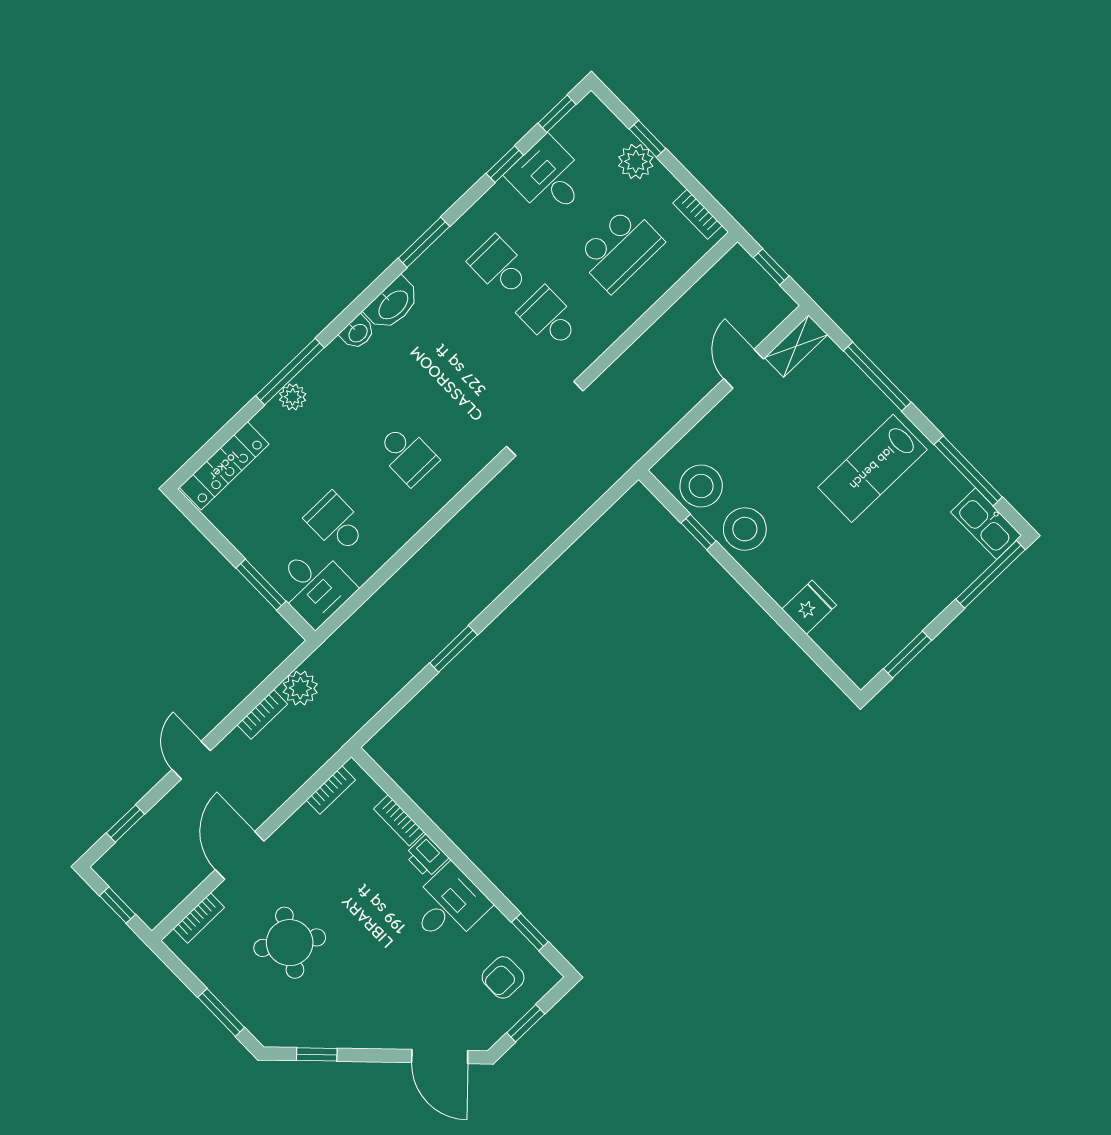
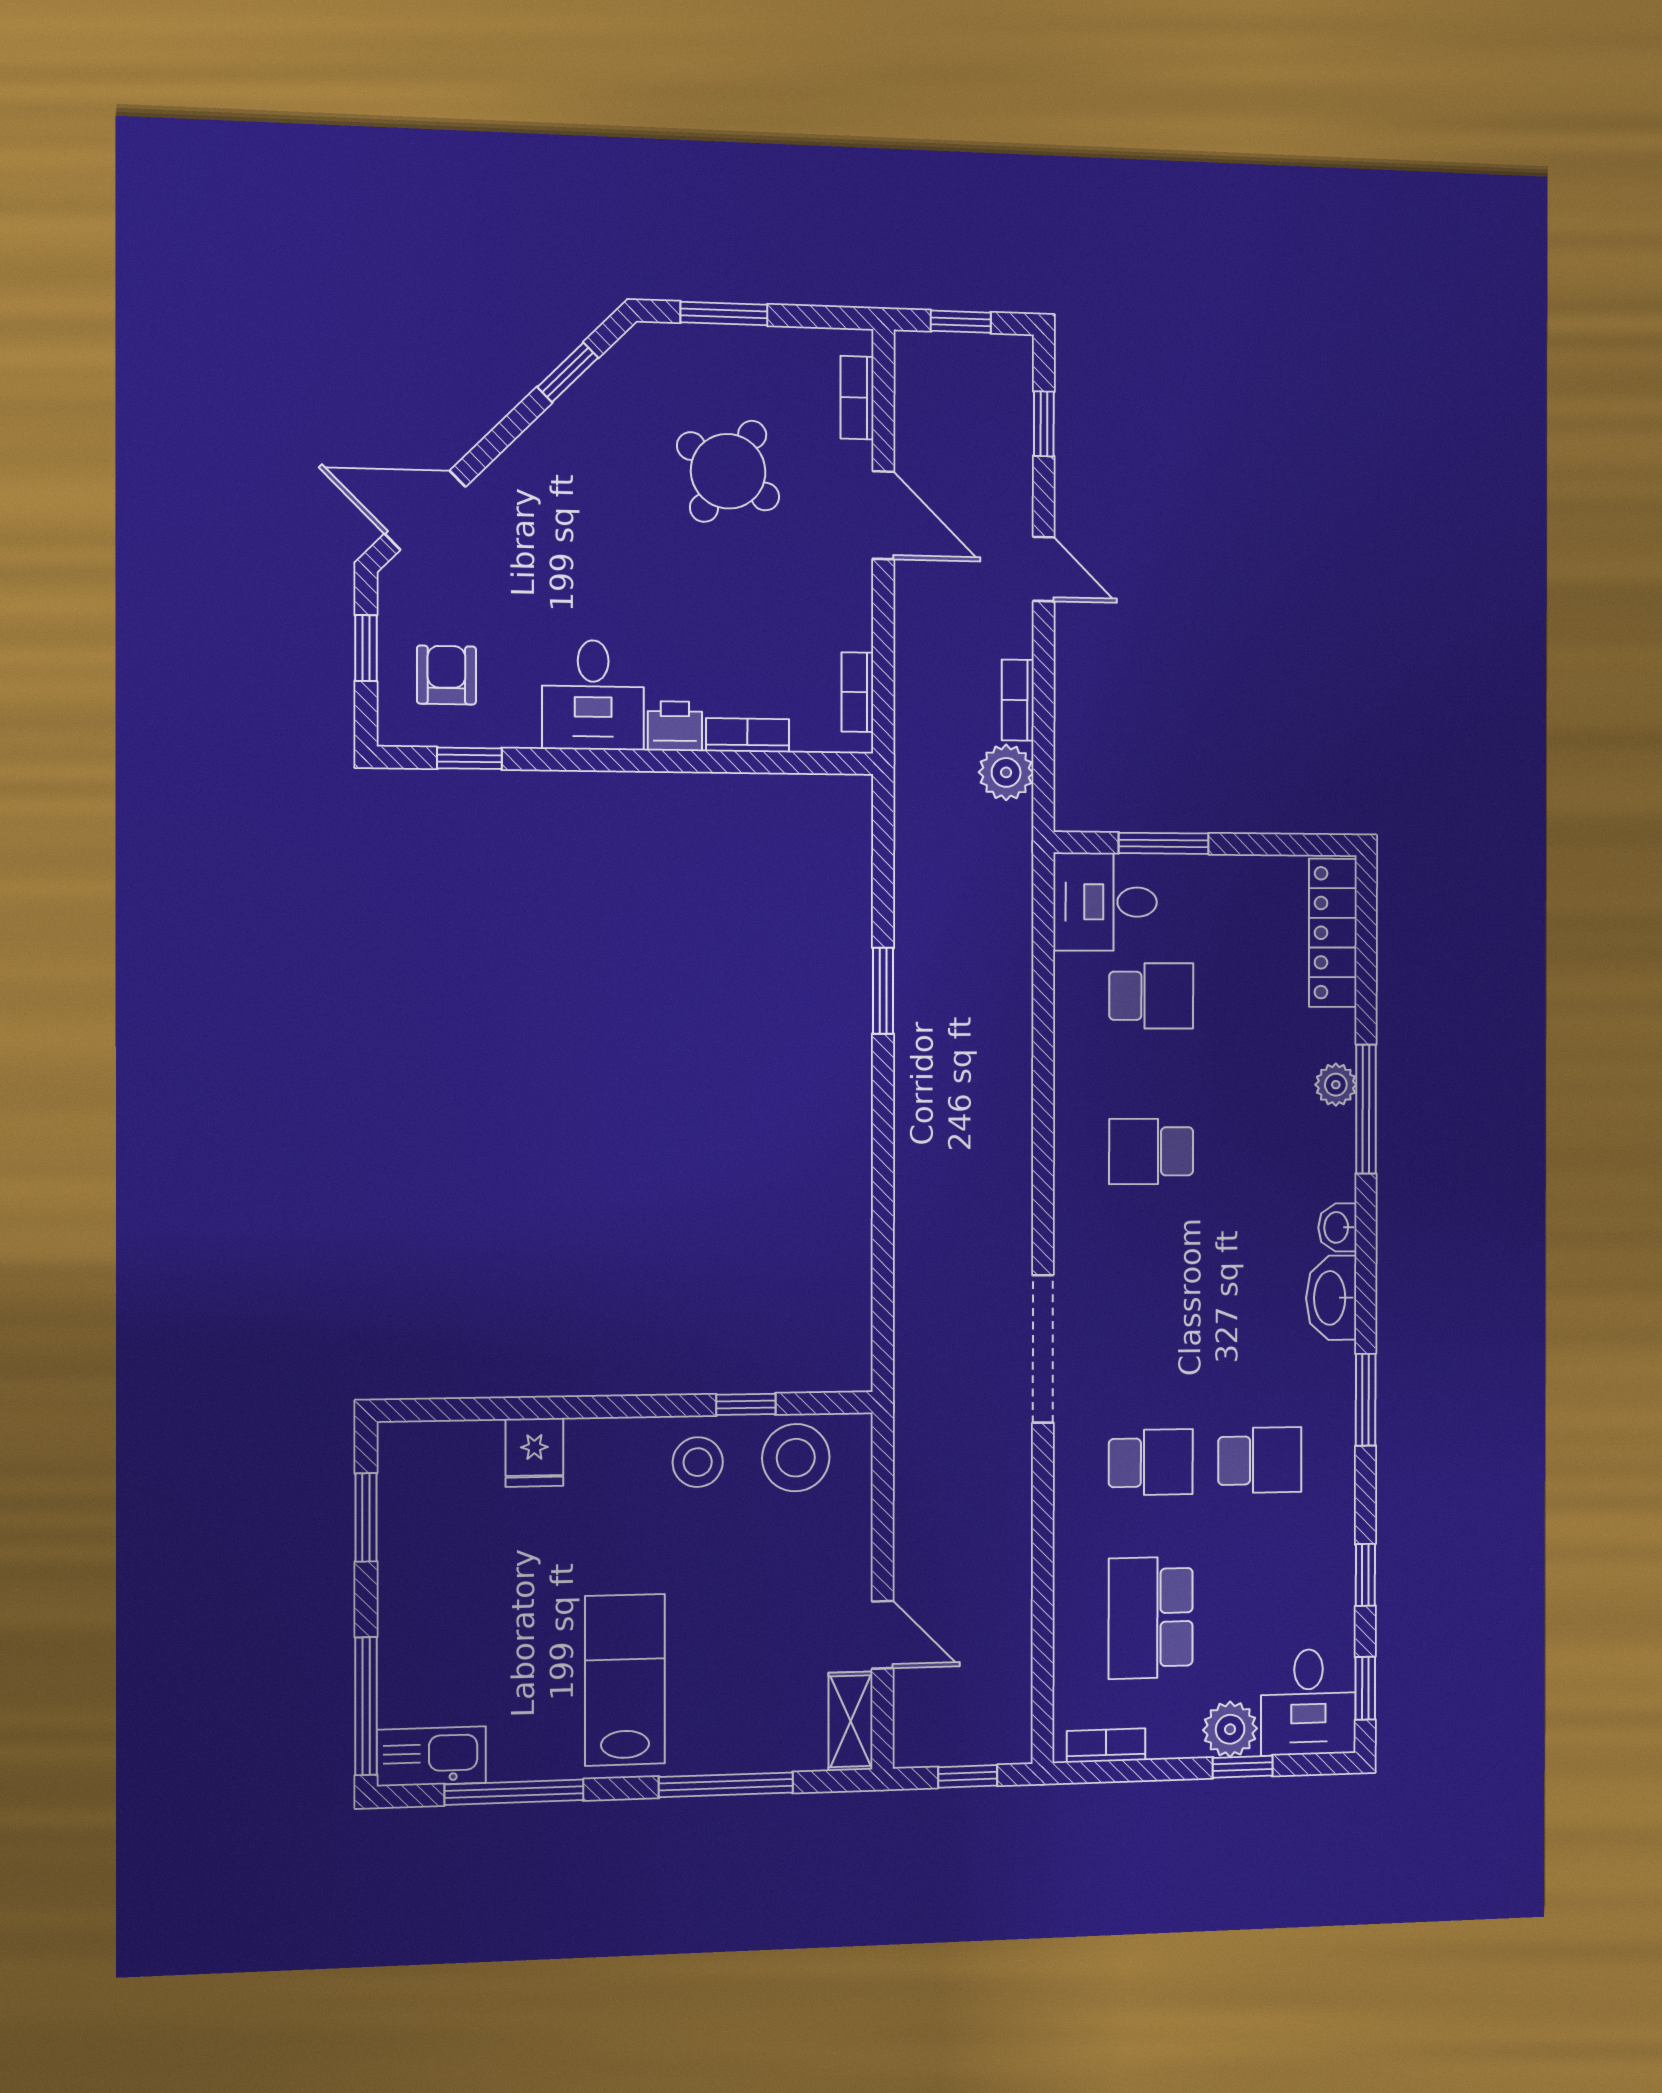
desk: (548, 178) -> (1308, 1702), moved, turned 90
stool: (745, 529) -> (698, 1462), width x0.73, depth x0.73

